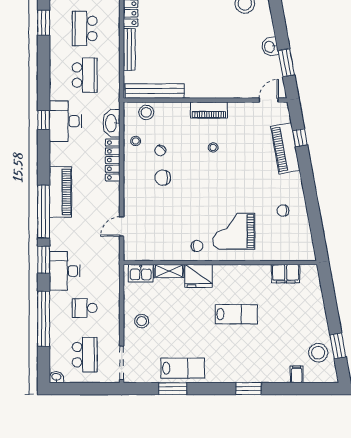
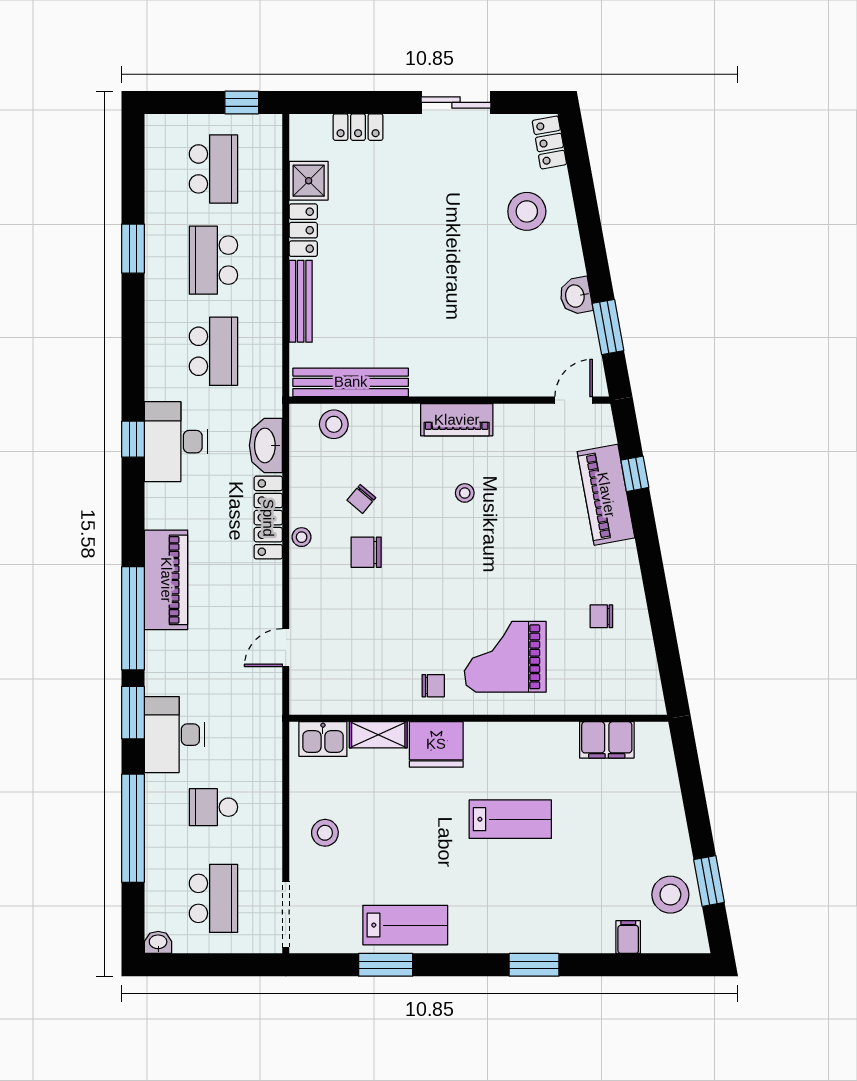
stool: (136, 141) -> (302, 537), moved

